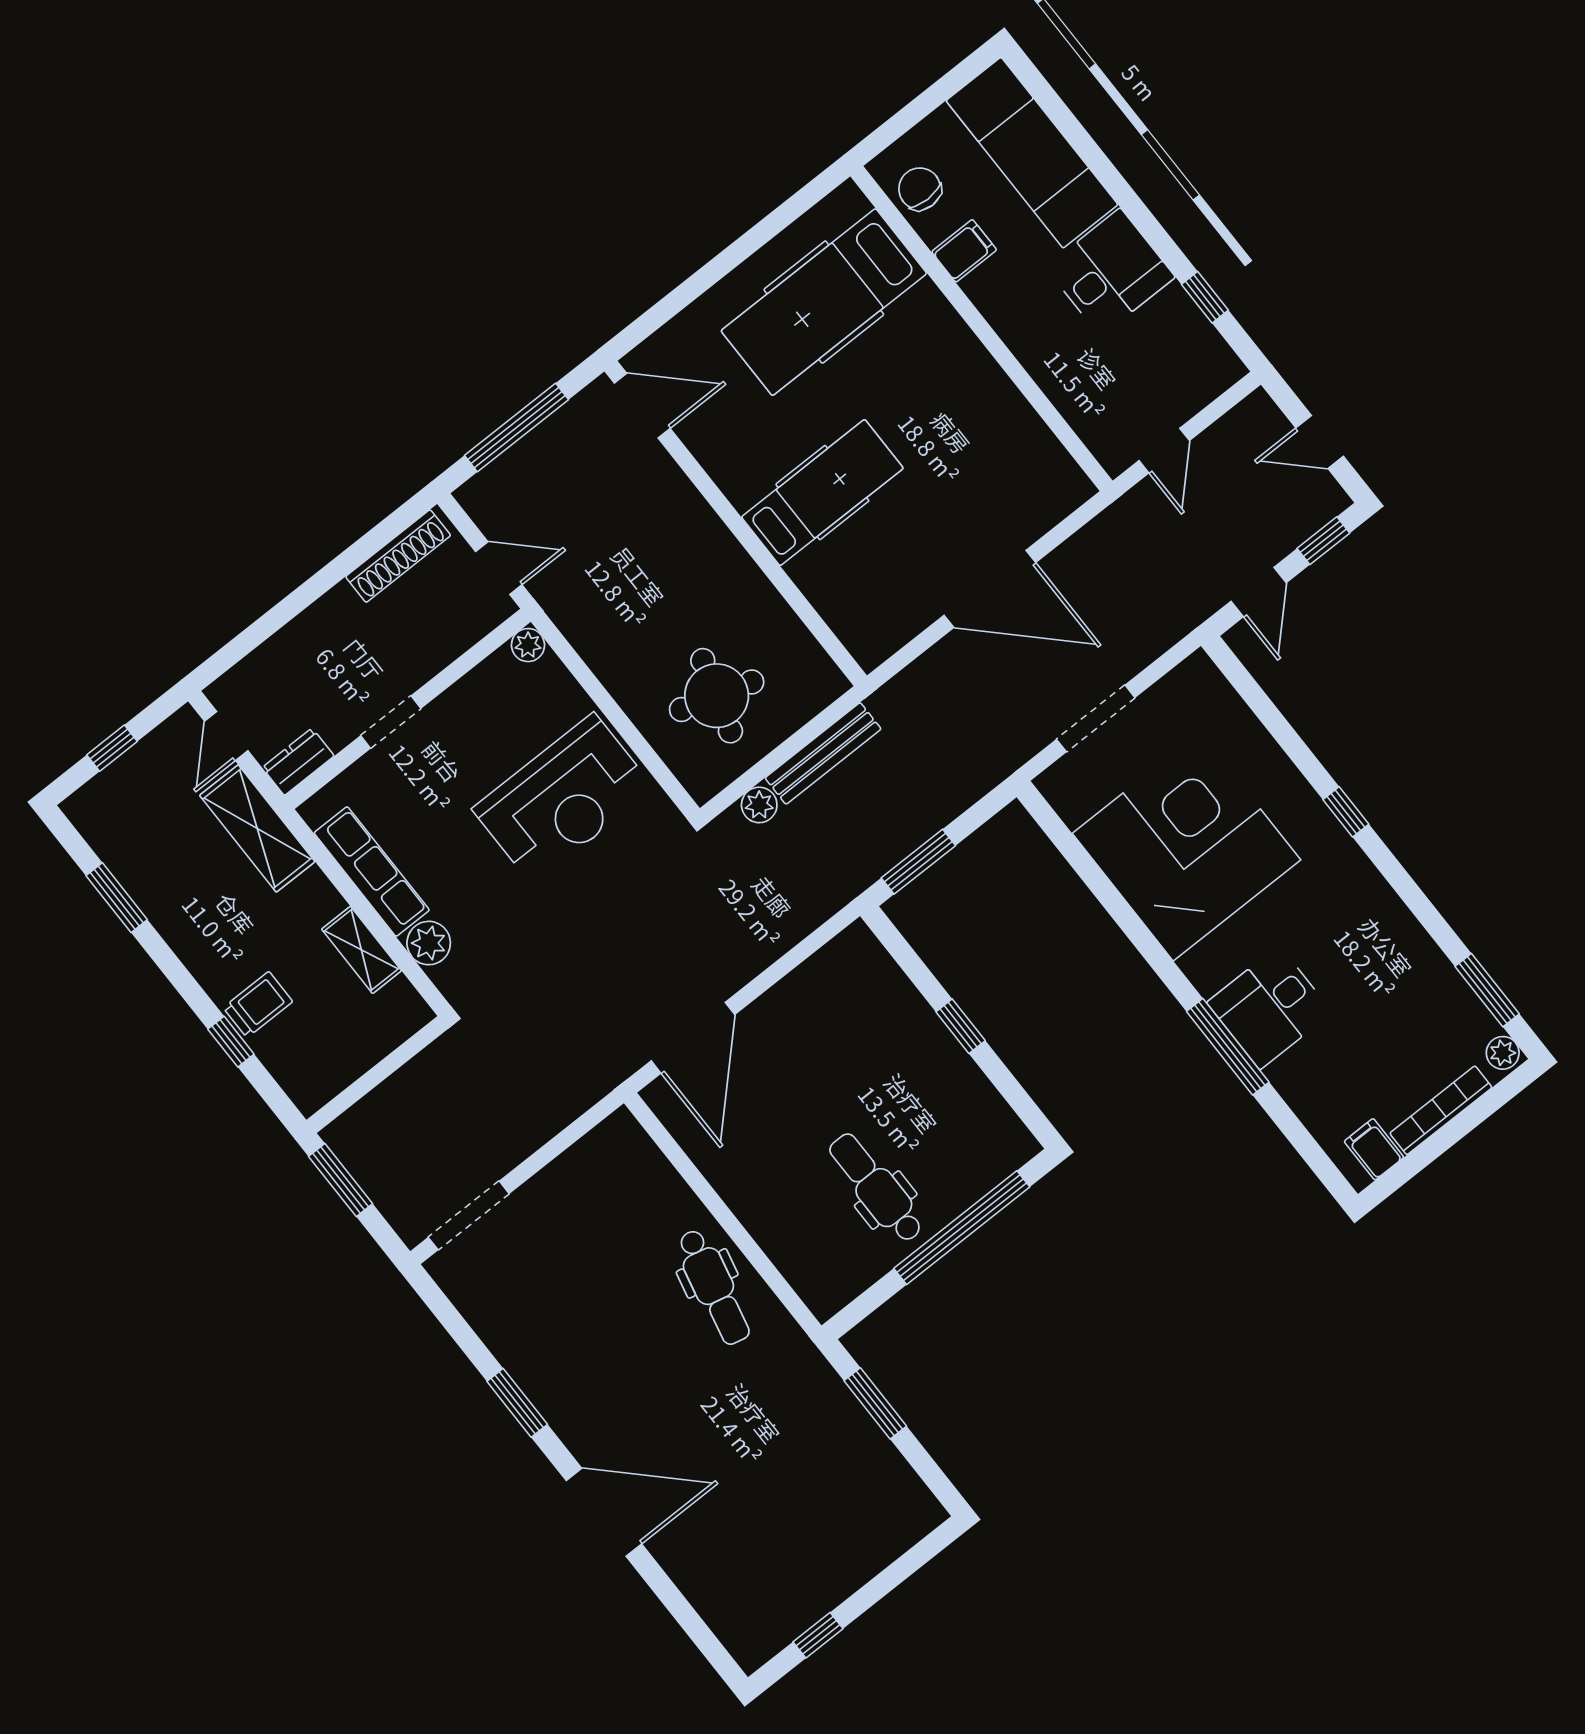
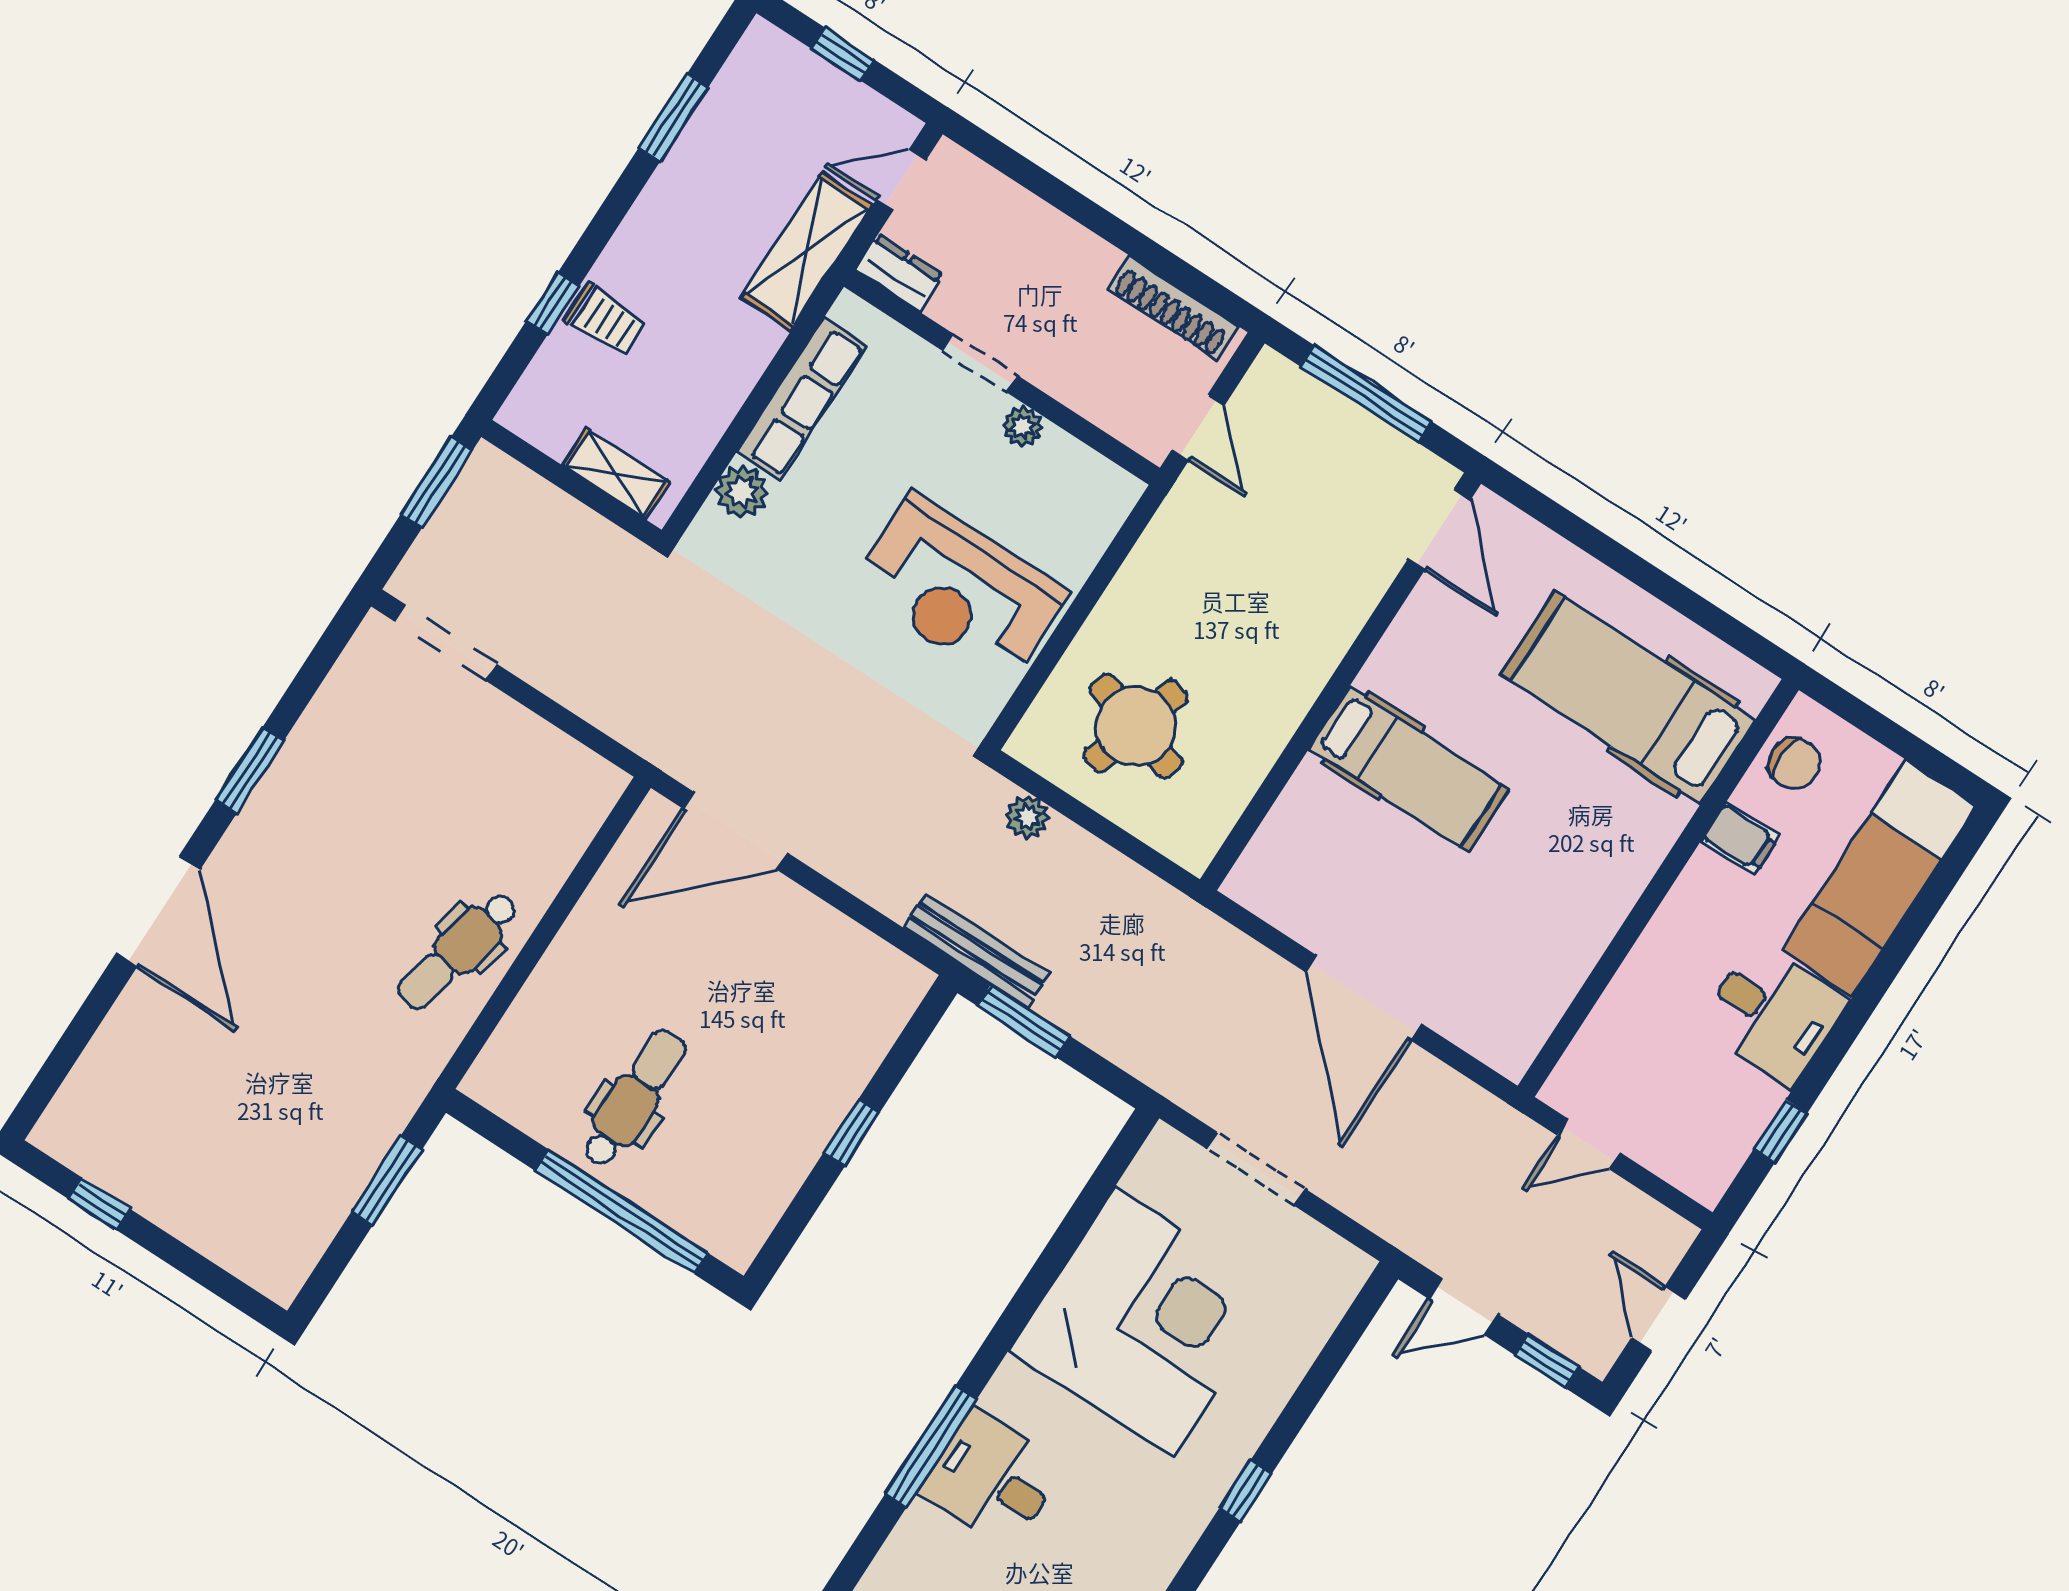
chair: (920, 189) -> (1794, 763), turned 90
plant: (528, 645) -> (1022, 427), moved
bench: (823, 753) -> (977, 951), moved
shelving: (361, 950) -> (616, 474), moved, turned 90

